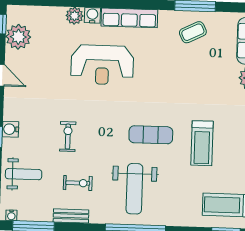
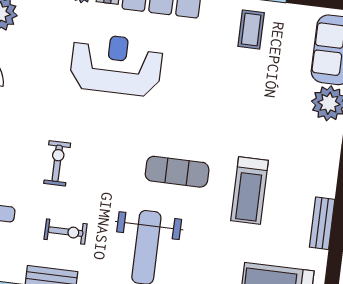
coffee table: (193, 32) -> (251, 29), turned -64
reception desk: (102, 65) -> (116, 65), turned 180

